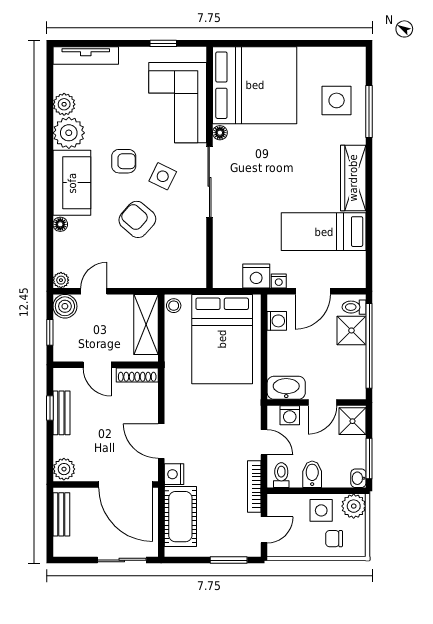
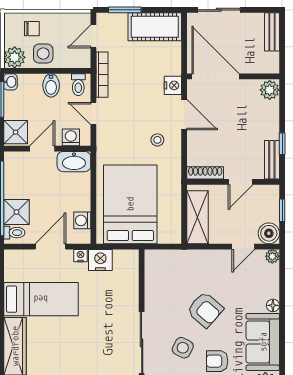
stool: (174, 306) -> (157, 140), moved
door: (97, 365) -> (241, 182), swing flipped
bench: (61, 413) -> (272, 160), moved
bench: (61, 514) -> (272, 32), moved
cot: (180, 517) -> (155, 27), moved, turned 90

